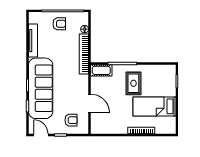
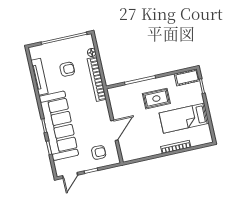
armchair: (59, 24) -> (67, 69), moved
cot: (101, 70) -> (187, 77), moved
rug: (133, 83) -> (156, 99), turned 90
door: (90, 103) -> (114, 130), hinge flipped
door: (41, 135) -> (70, 175), swing flipped

